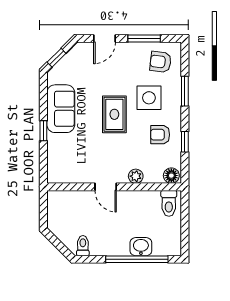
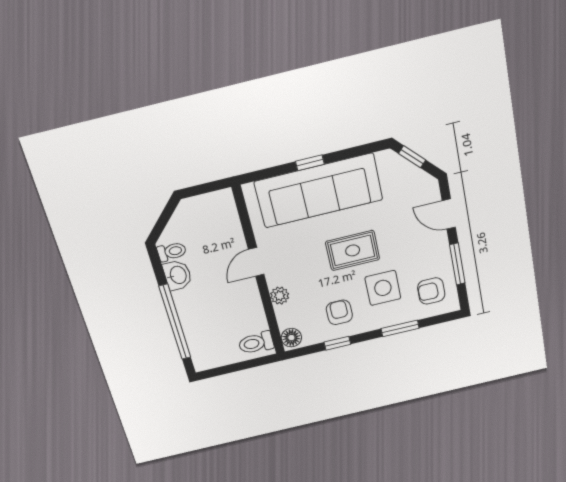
armchair: (161, 62) -> (431, 291), turned -97
sofa: (61, 109) -> (319, 191), width x1.85, depth x1.27
washbasin: (141, 247) -> (178, 275), moved

